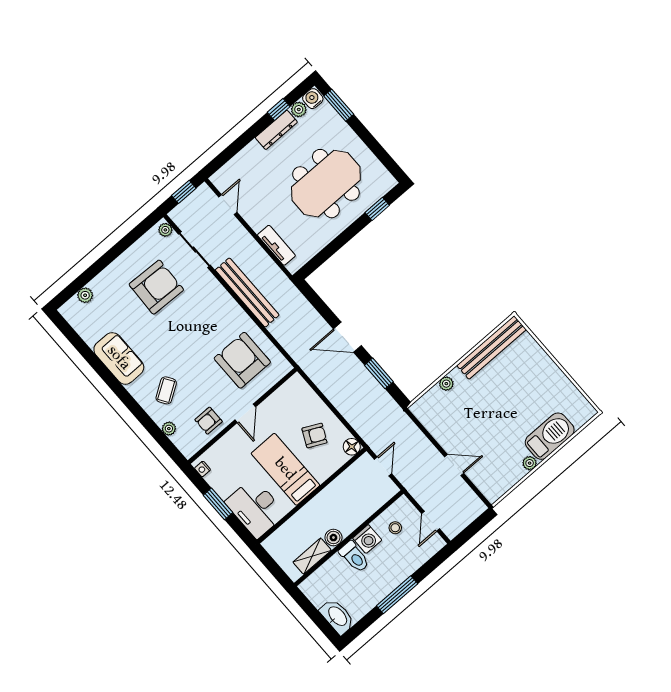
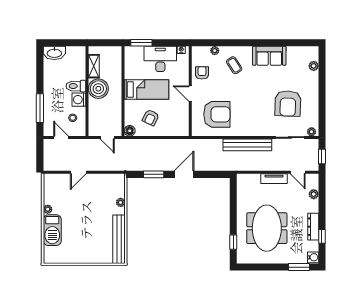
plant: (299, 109) -> (314, 194), moved
tv unit: (276, 245) -> (274, 179), moved
window: (218, 504) -> (141, 43), moved
desk: (255, 508) -> (160, 59), moved
boiler: (333, 538) -> (98, 89), width x1.86, depth x1.86
window: (397, 595) -> (40, 108), moved

